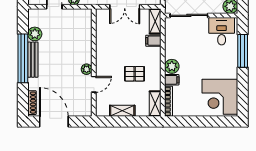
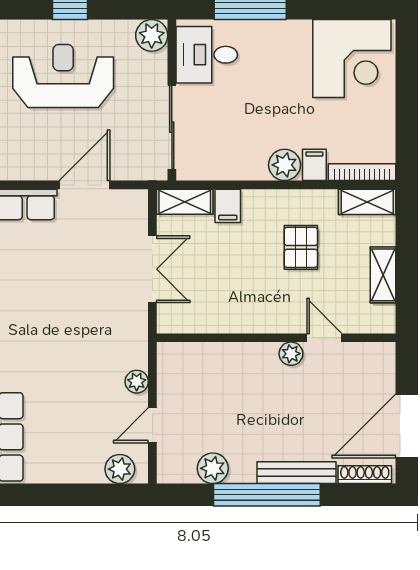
bench: (33, 60) -> (296, 473), moved

